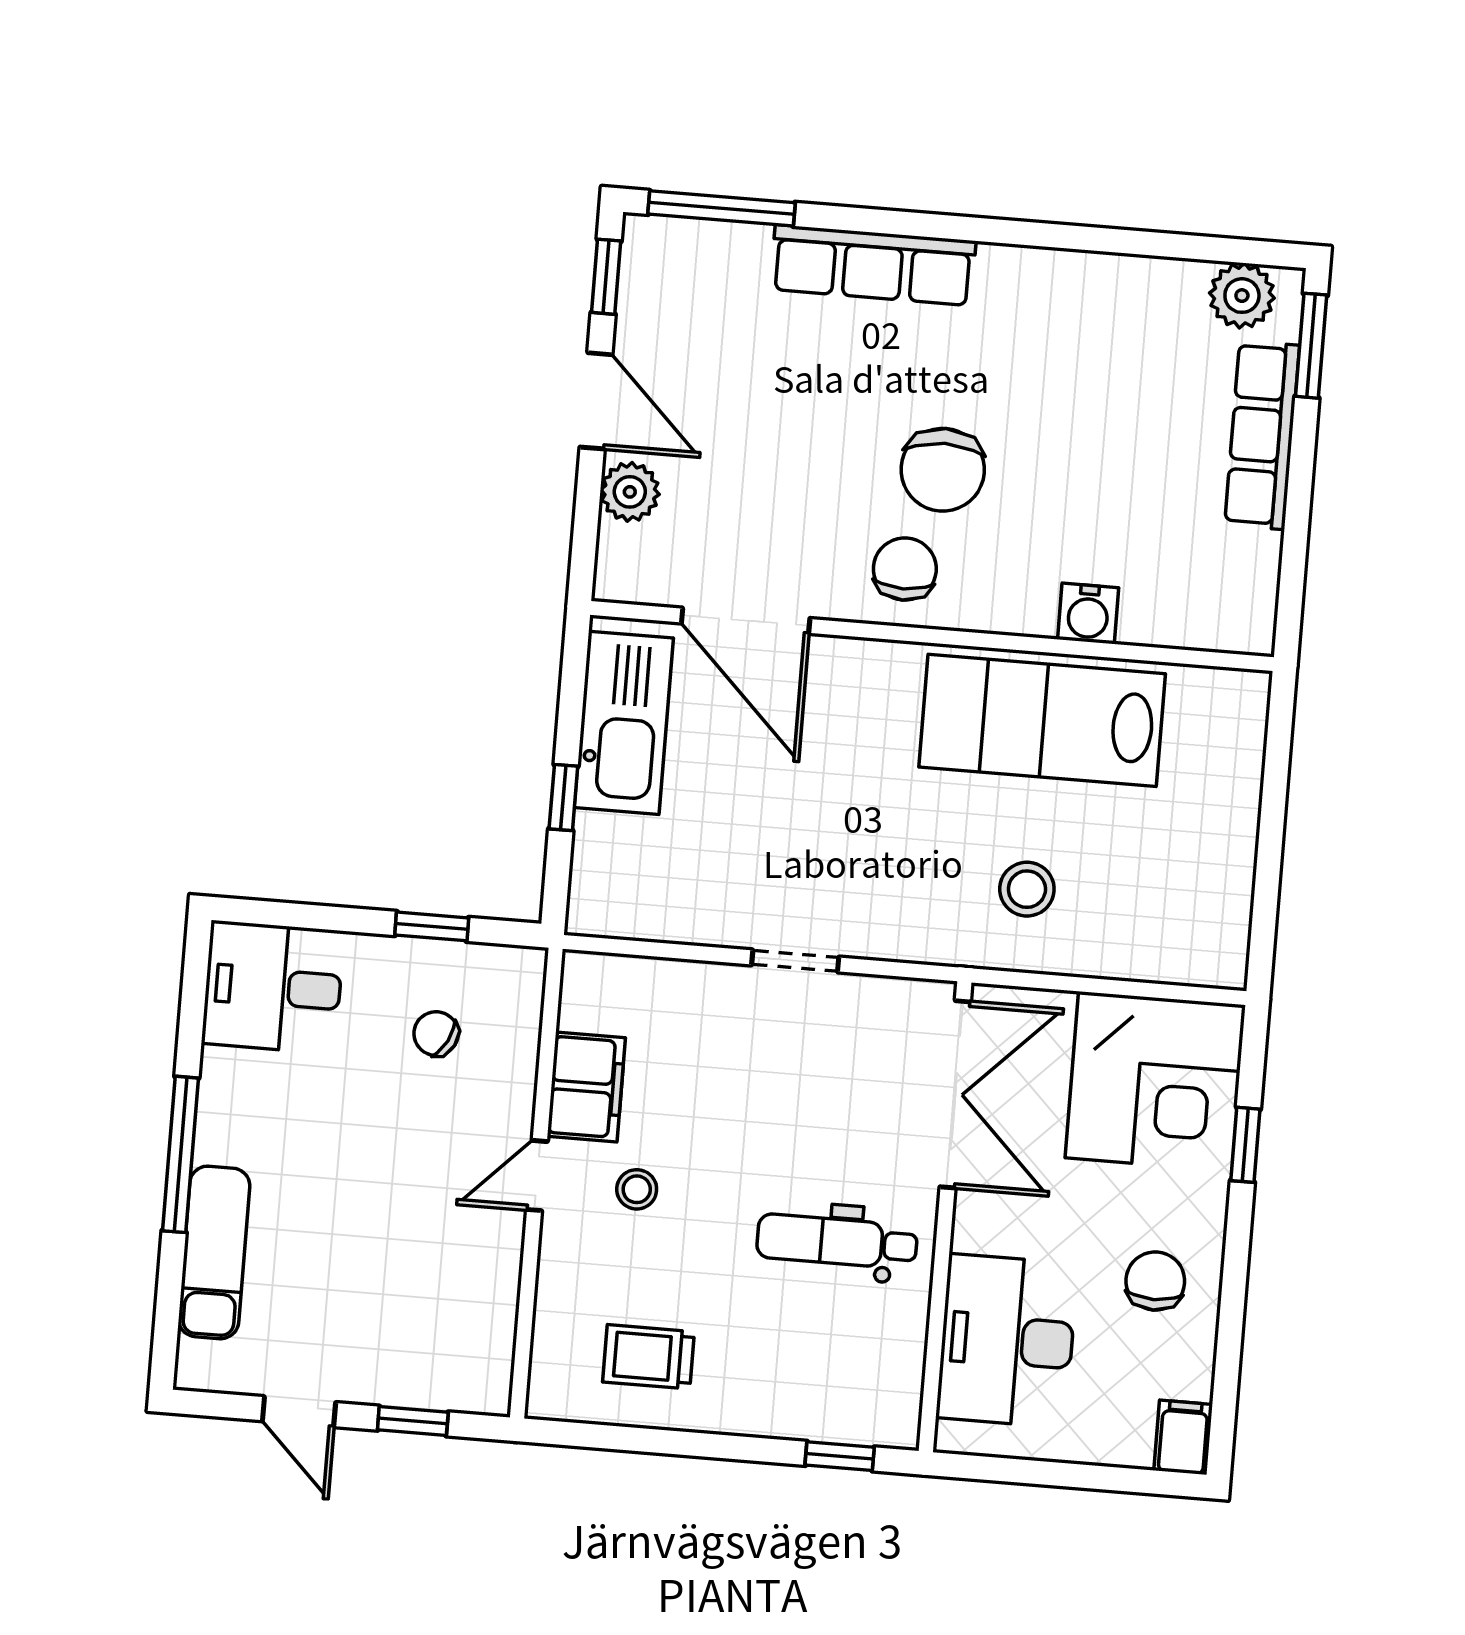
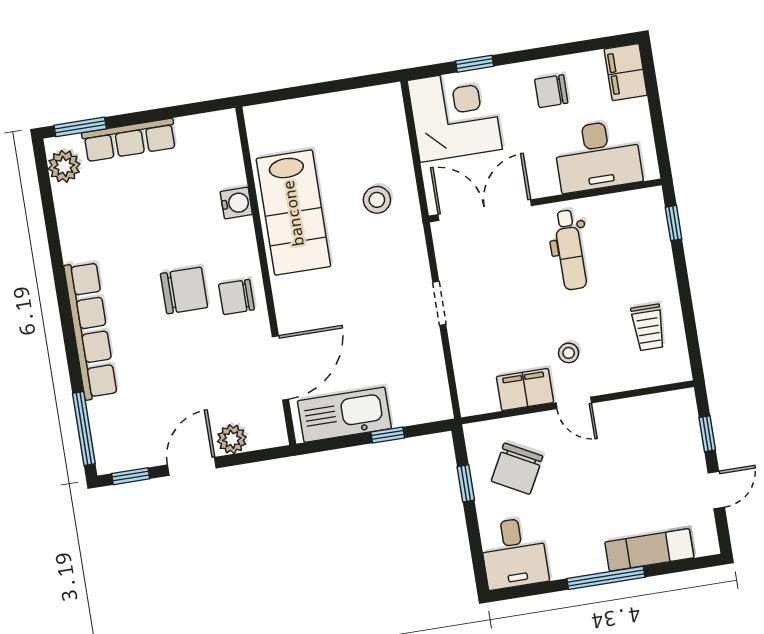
row of seats: (873, 265) -> (90, 330), width x1.36
chair: (436, 1034) -> (517, 469), width x1.87, depth x1.87
filing cabinet: (1183, 1437) -> (626, 72), width x2.00

